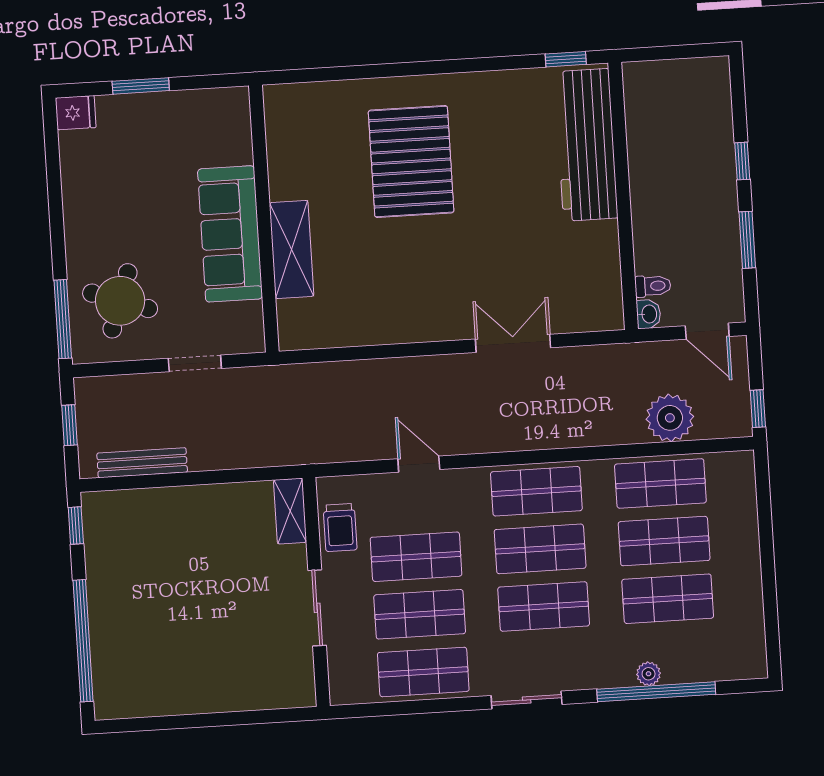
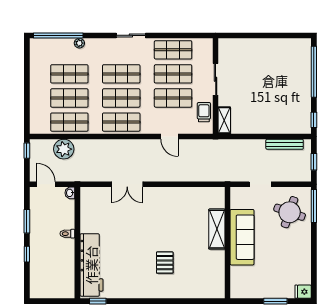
pallet: (411, 161) -> (165, 263), width x0.49, depth x0.50
toilet: (653, 286) -> (67, 234), moved
window: (656, 692) -> (58, 35), moved

